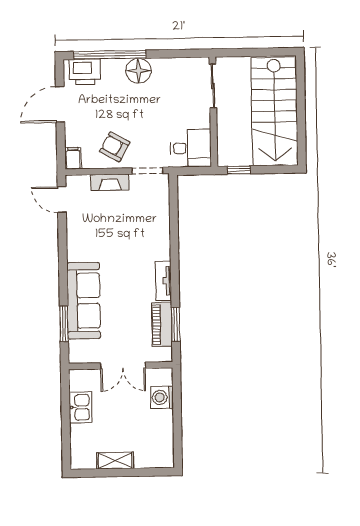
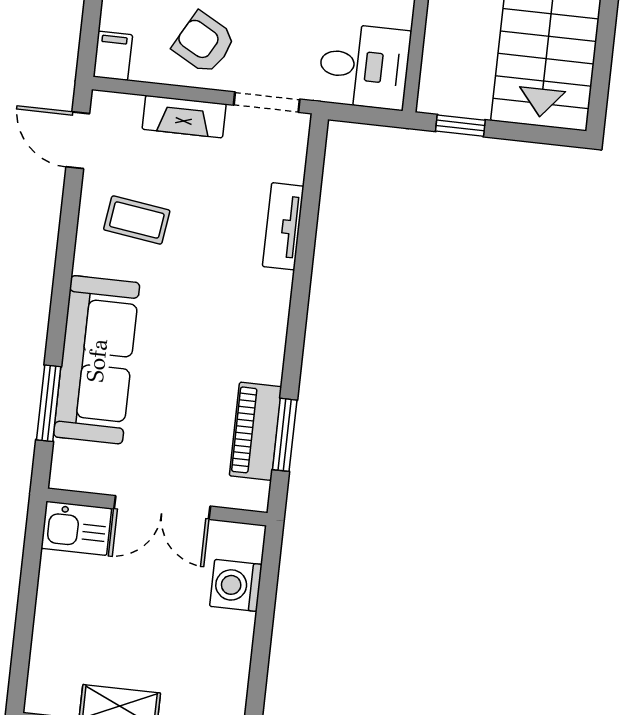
coffee table: (94, 233) -> (137, 220), added
tv unit: (163, 281) -> (283, 226), moved
kitchen sink: (80, 407) -> (76, 528), moved, turned 90

